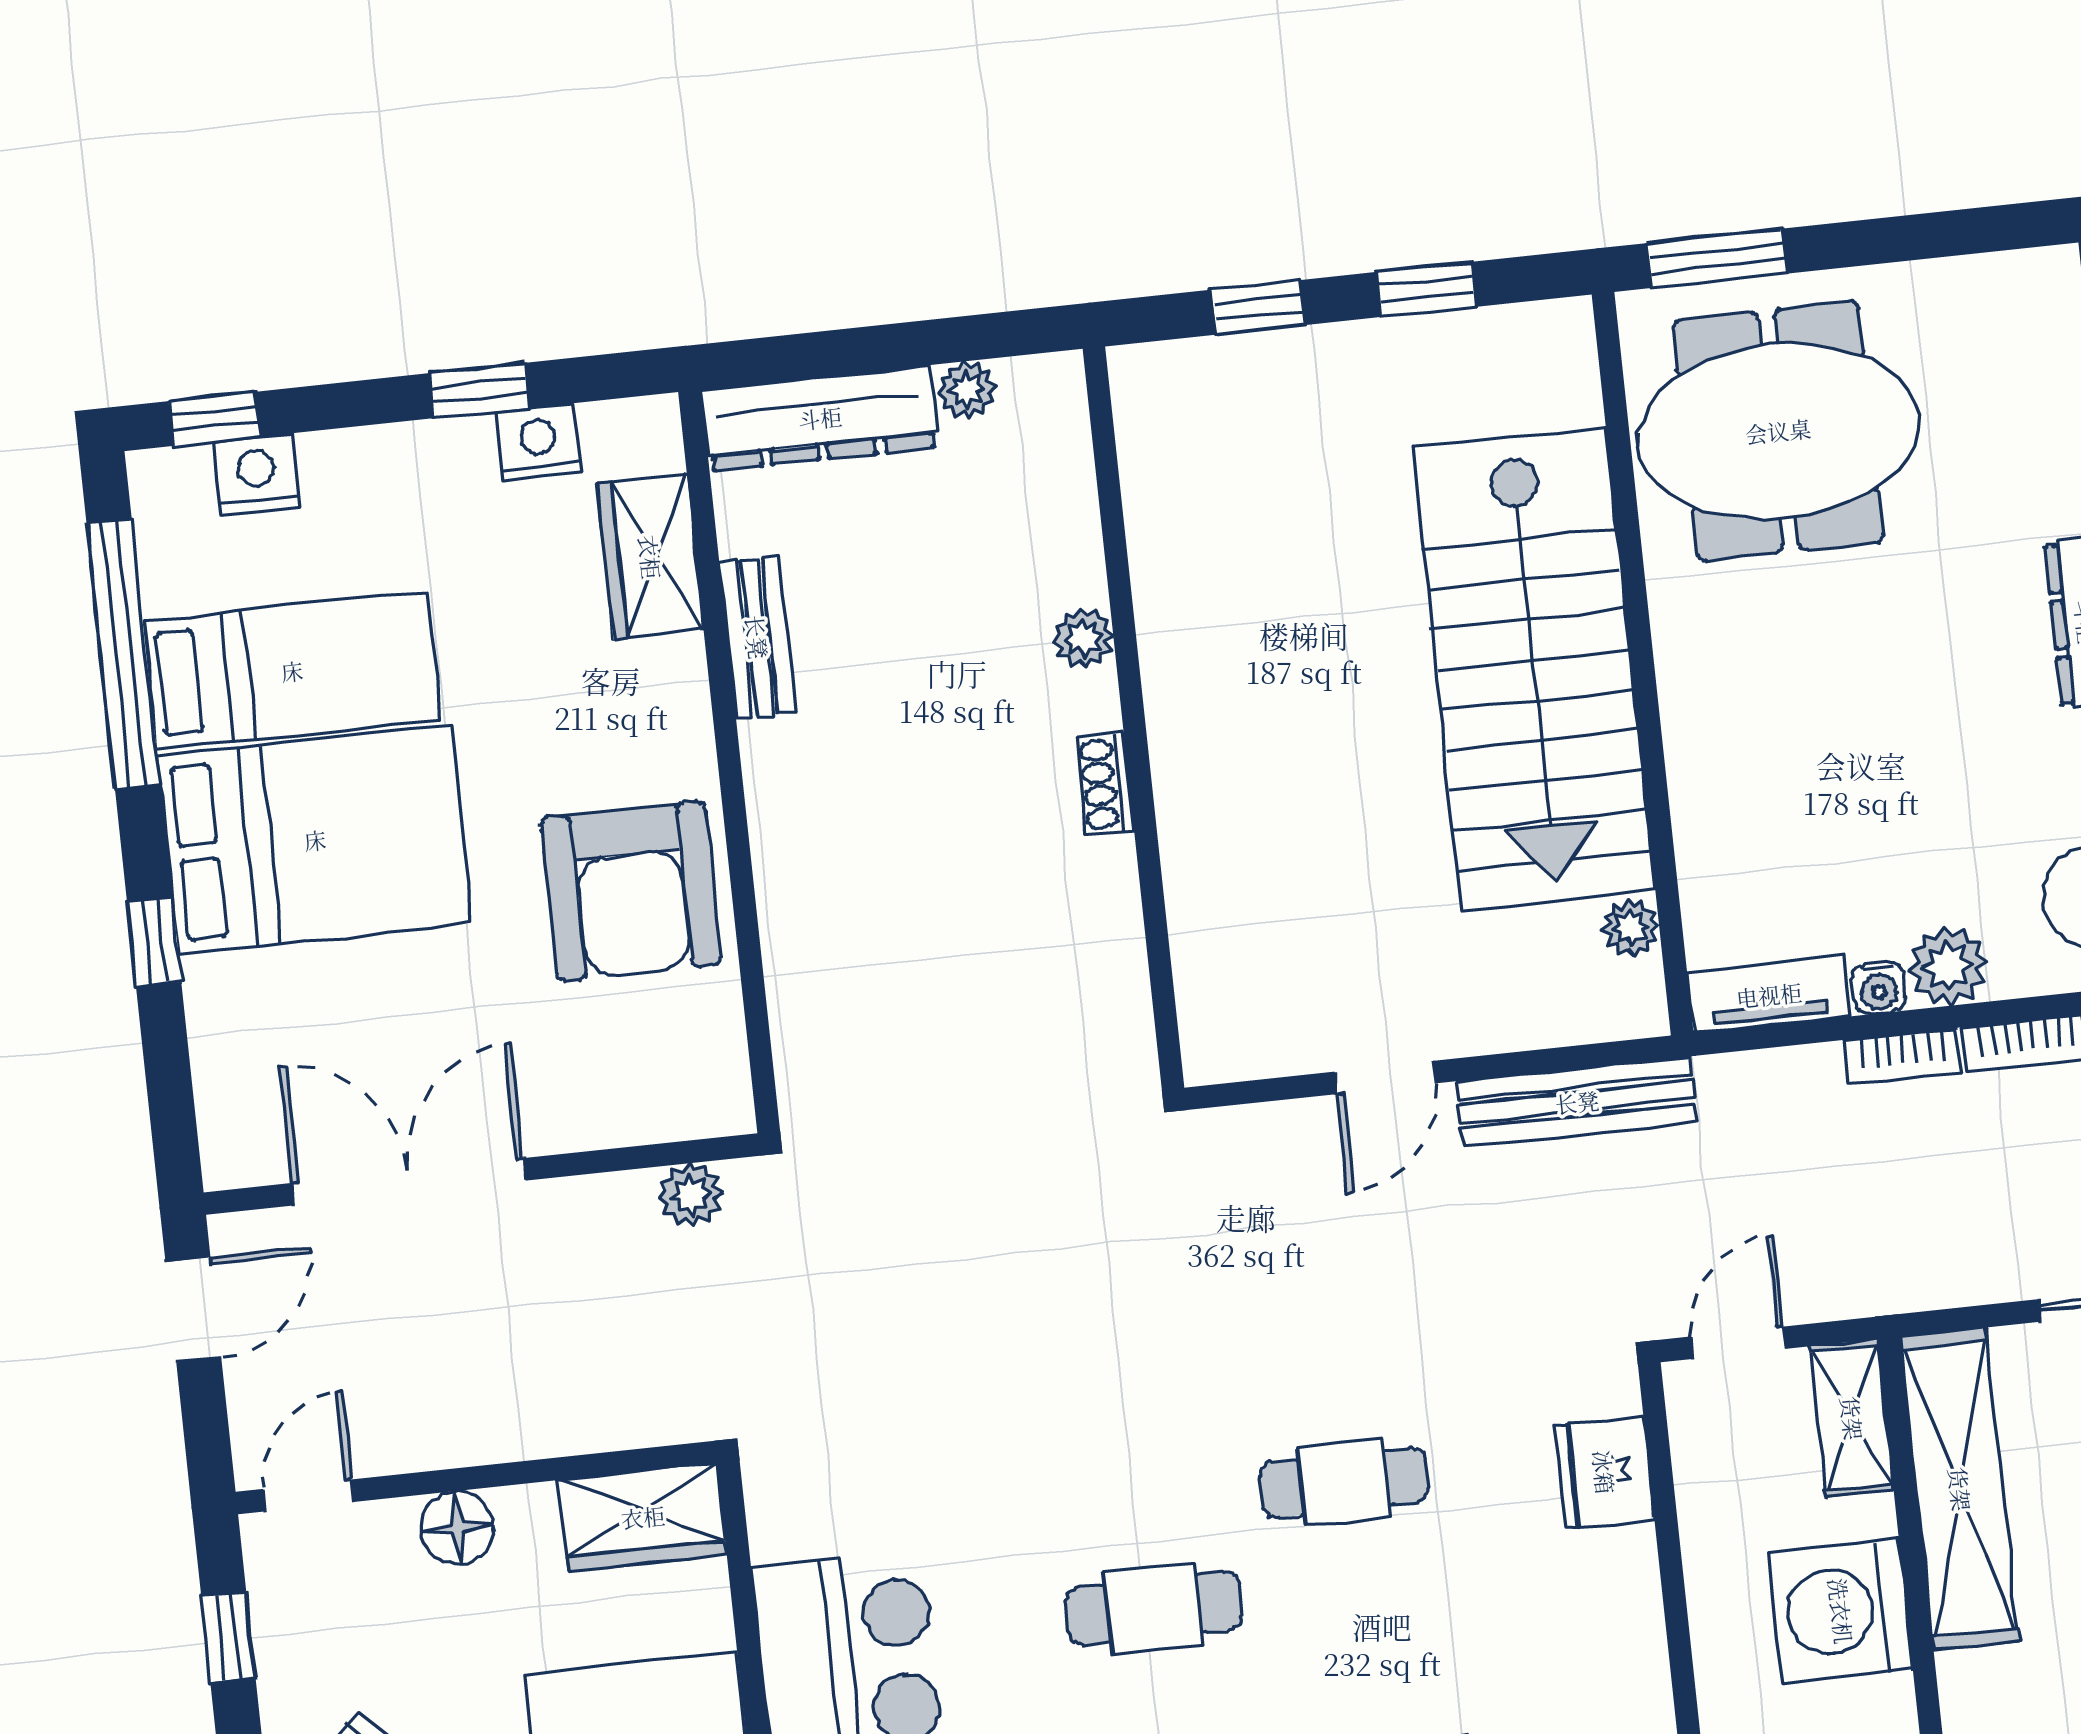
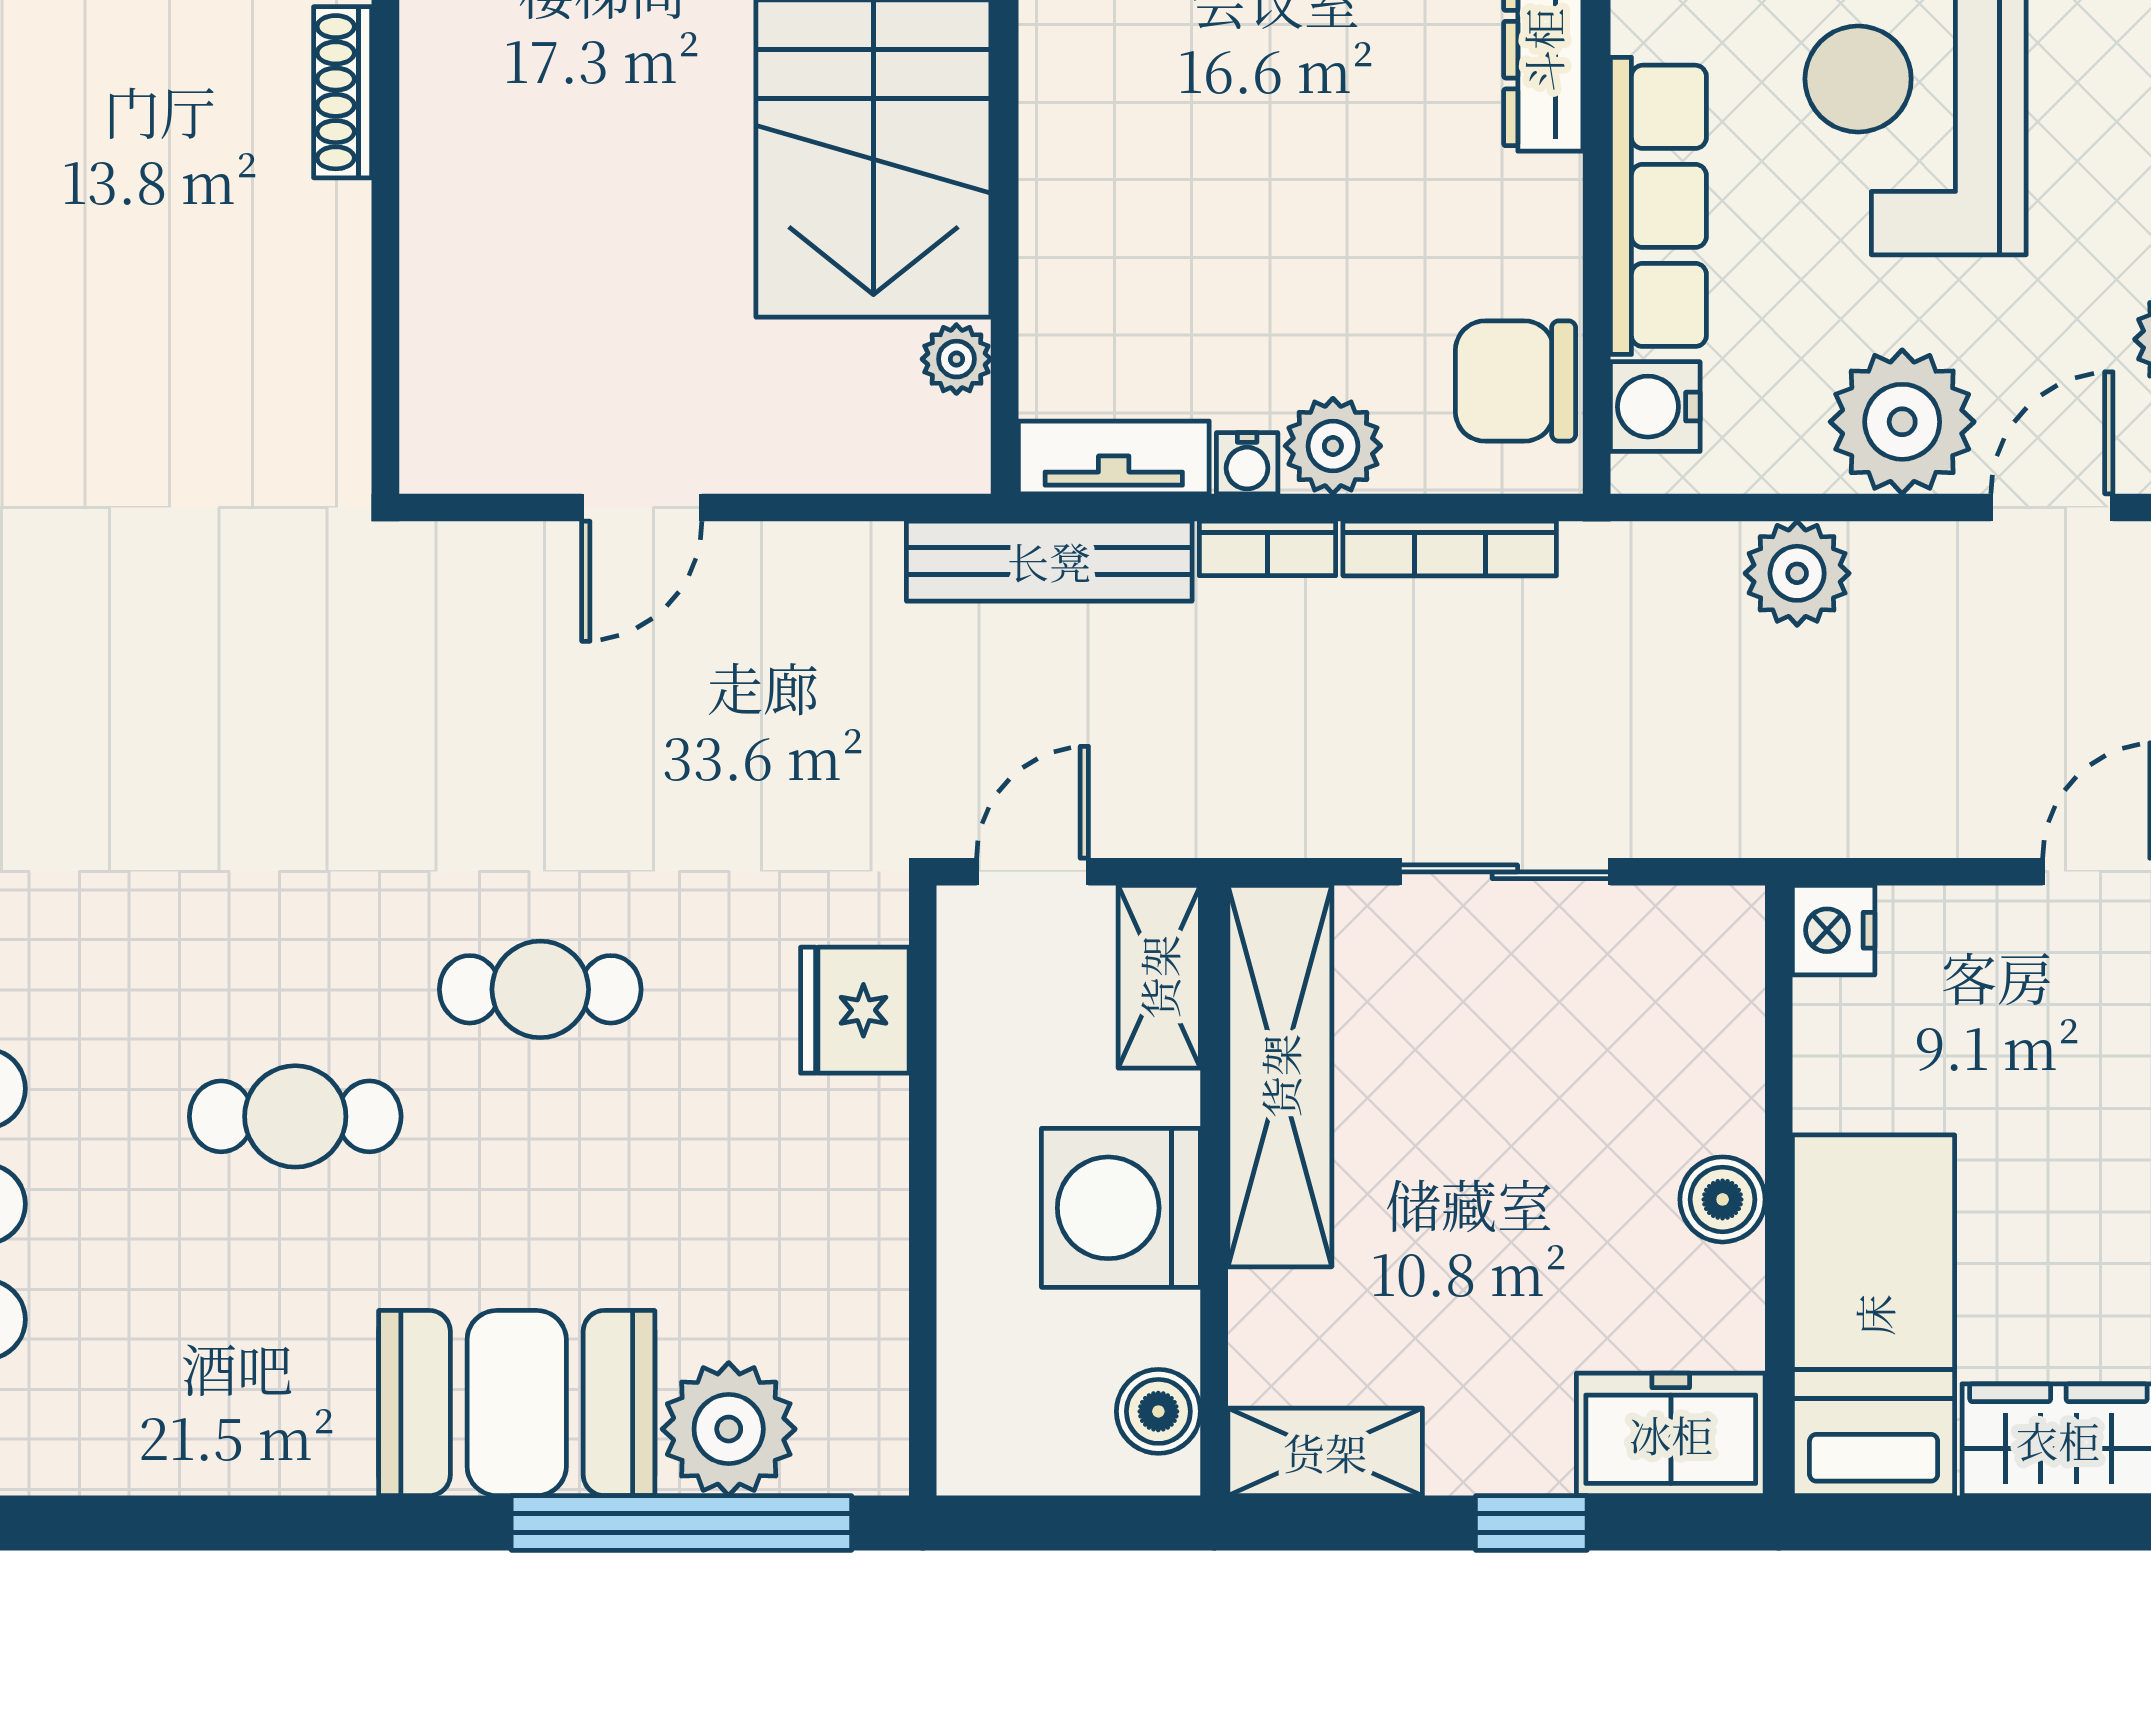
shoe rack: (1105, 783) -> (343, 92), width x1.43
bench: (1577, 1102) -> (1049, 561), moved

